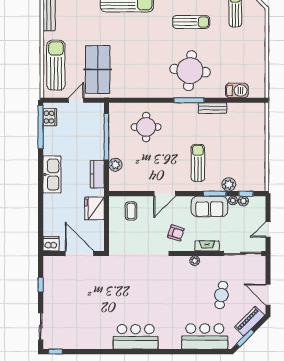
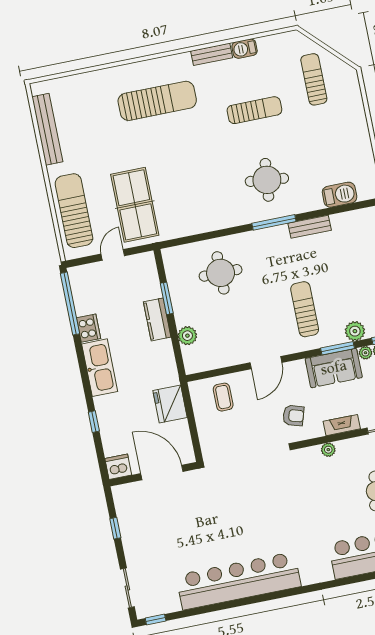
round table: (190, 71) -> (267, 180), width x0.73, depth x0.73
cooker: (50, 117) -> (89, 328), moved
window: (106, 137) -> (167, 298), width x0.47
kitchen counter: (97, 174) -> (157, 319), moved
window: (41, 210) -> (94, 422), added
bar counter: (136, 337) -> (239, 581), width x1.86

